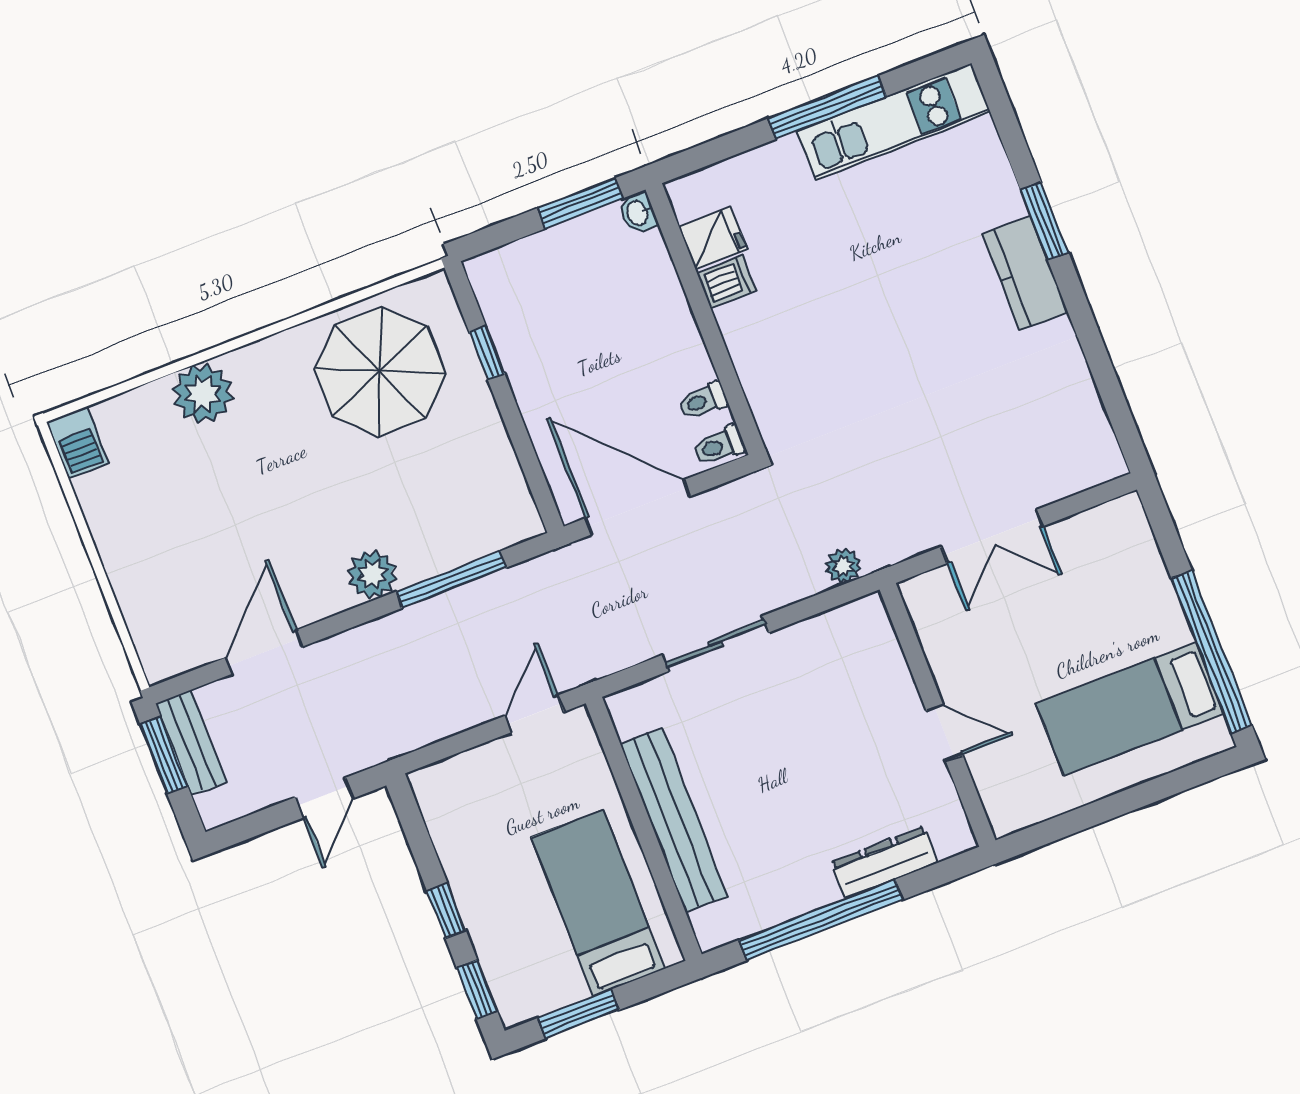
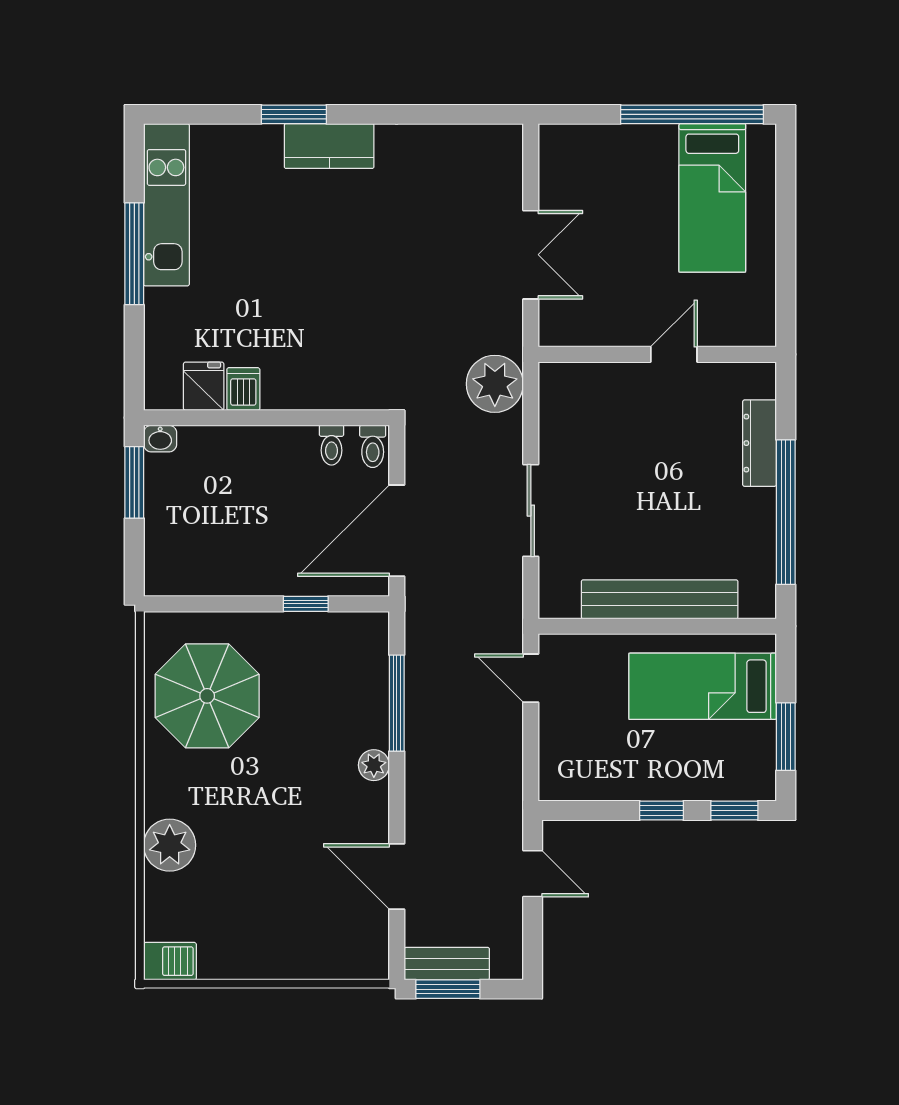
window: (487, 353) -> (306, 604), moved
plant: (843, 566) -> (495, 384), width x1.88, depth x1.88
plant: (372, 574) -> (374, 765), width x0.73, depth x0.73

